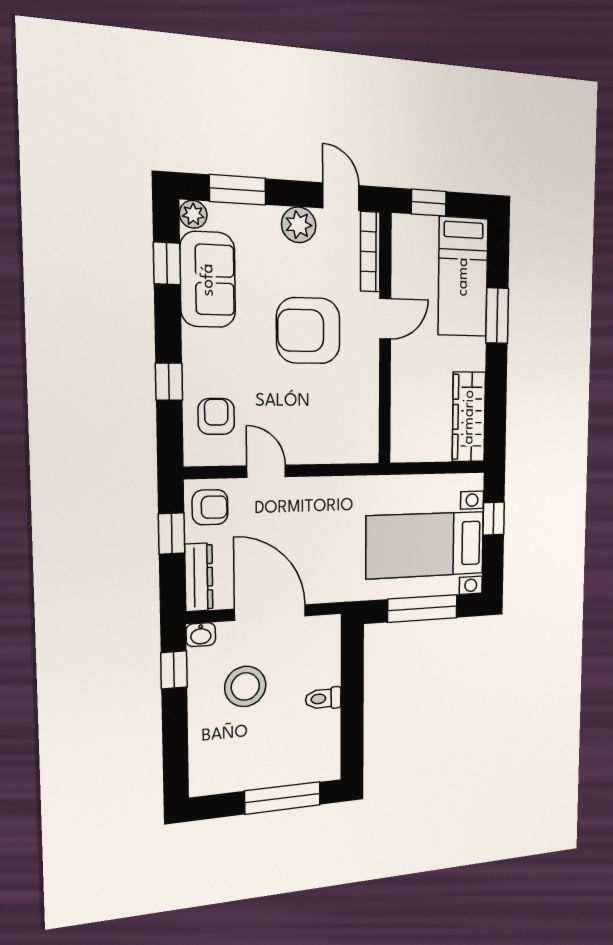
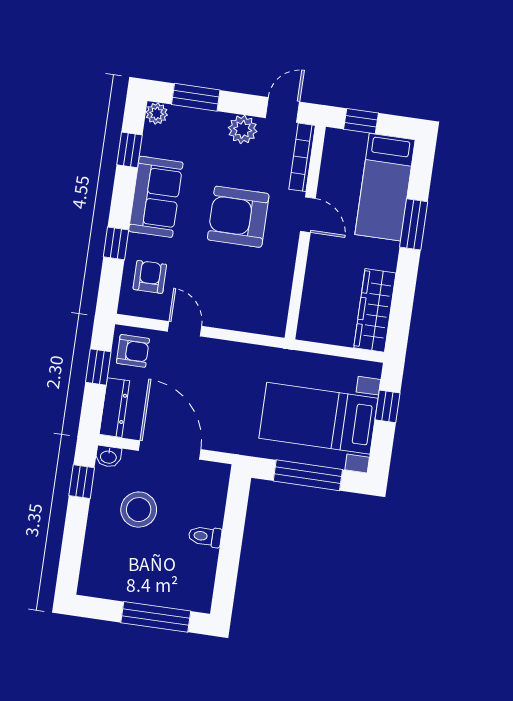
door: (341, 197) -> (283, 110), hinge flipped
sofa: (208, 280) -> (156, 197), moved
door: (385, 319) -> (308, 215), hinge flipped

